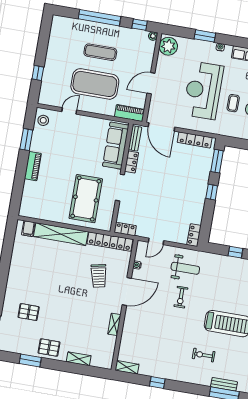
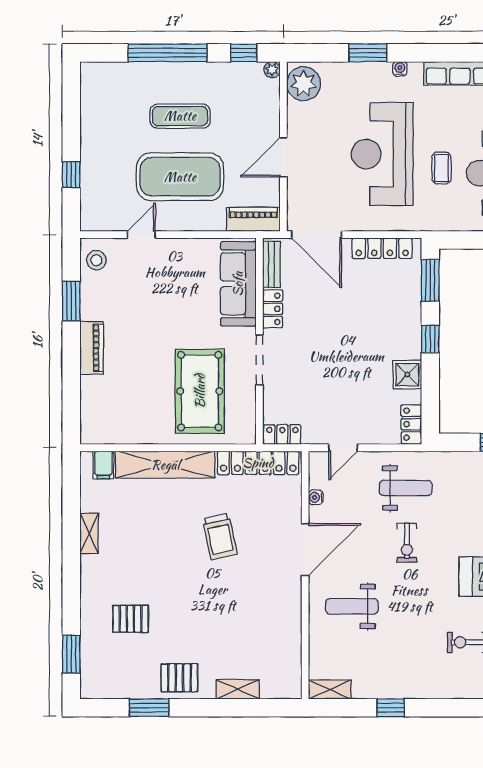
shower: (196, 209) -> (407, 375), added
trolley: (99, 276) -> (220, 536), moved
shelving: (114, 324) -> (89, 533), moved
weight bench: (146, 326) -> (352, 606), added

